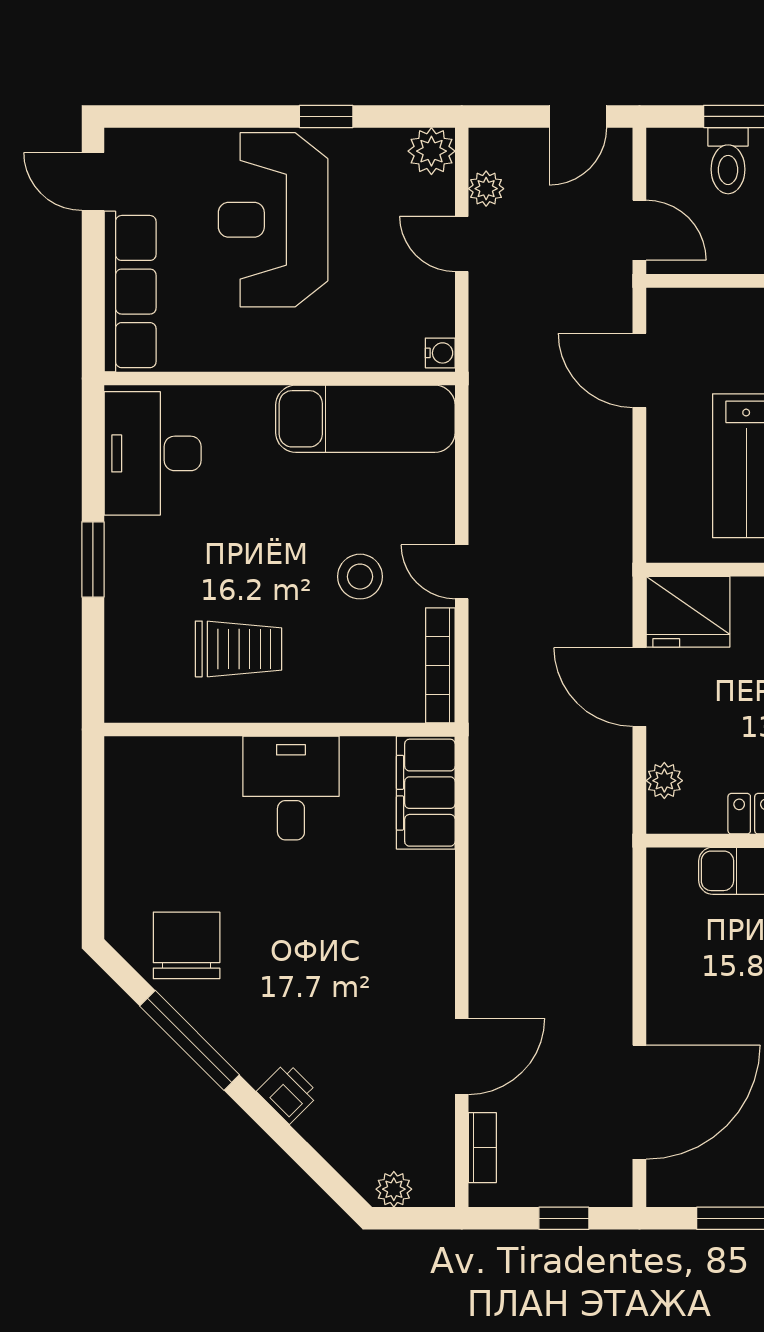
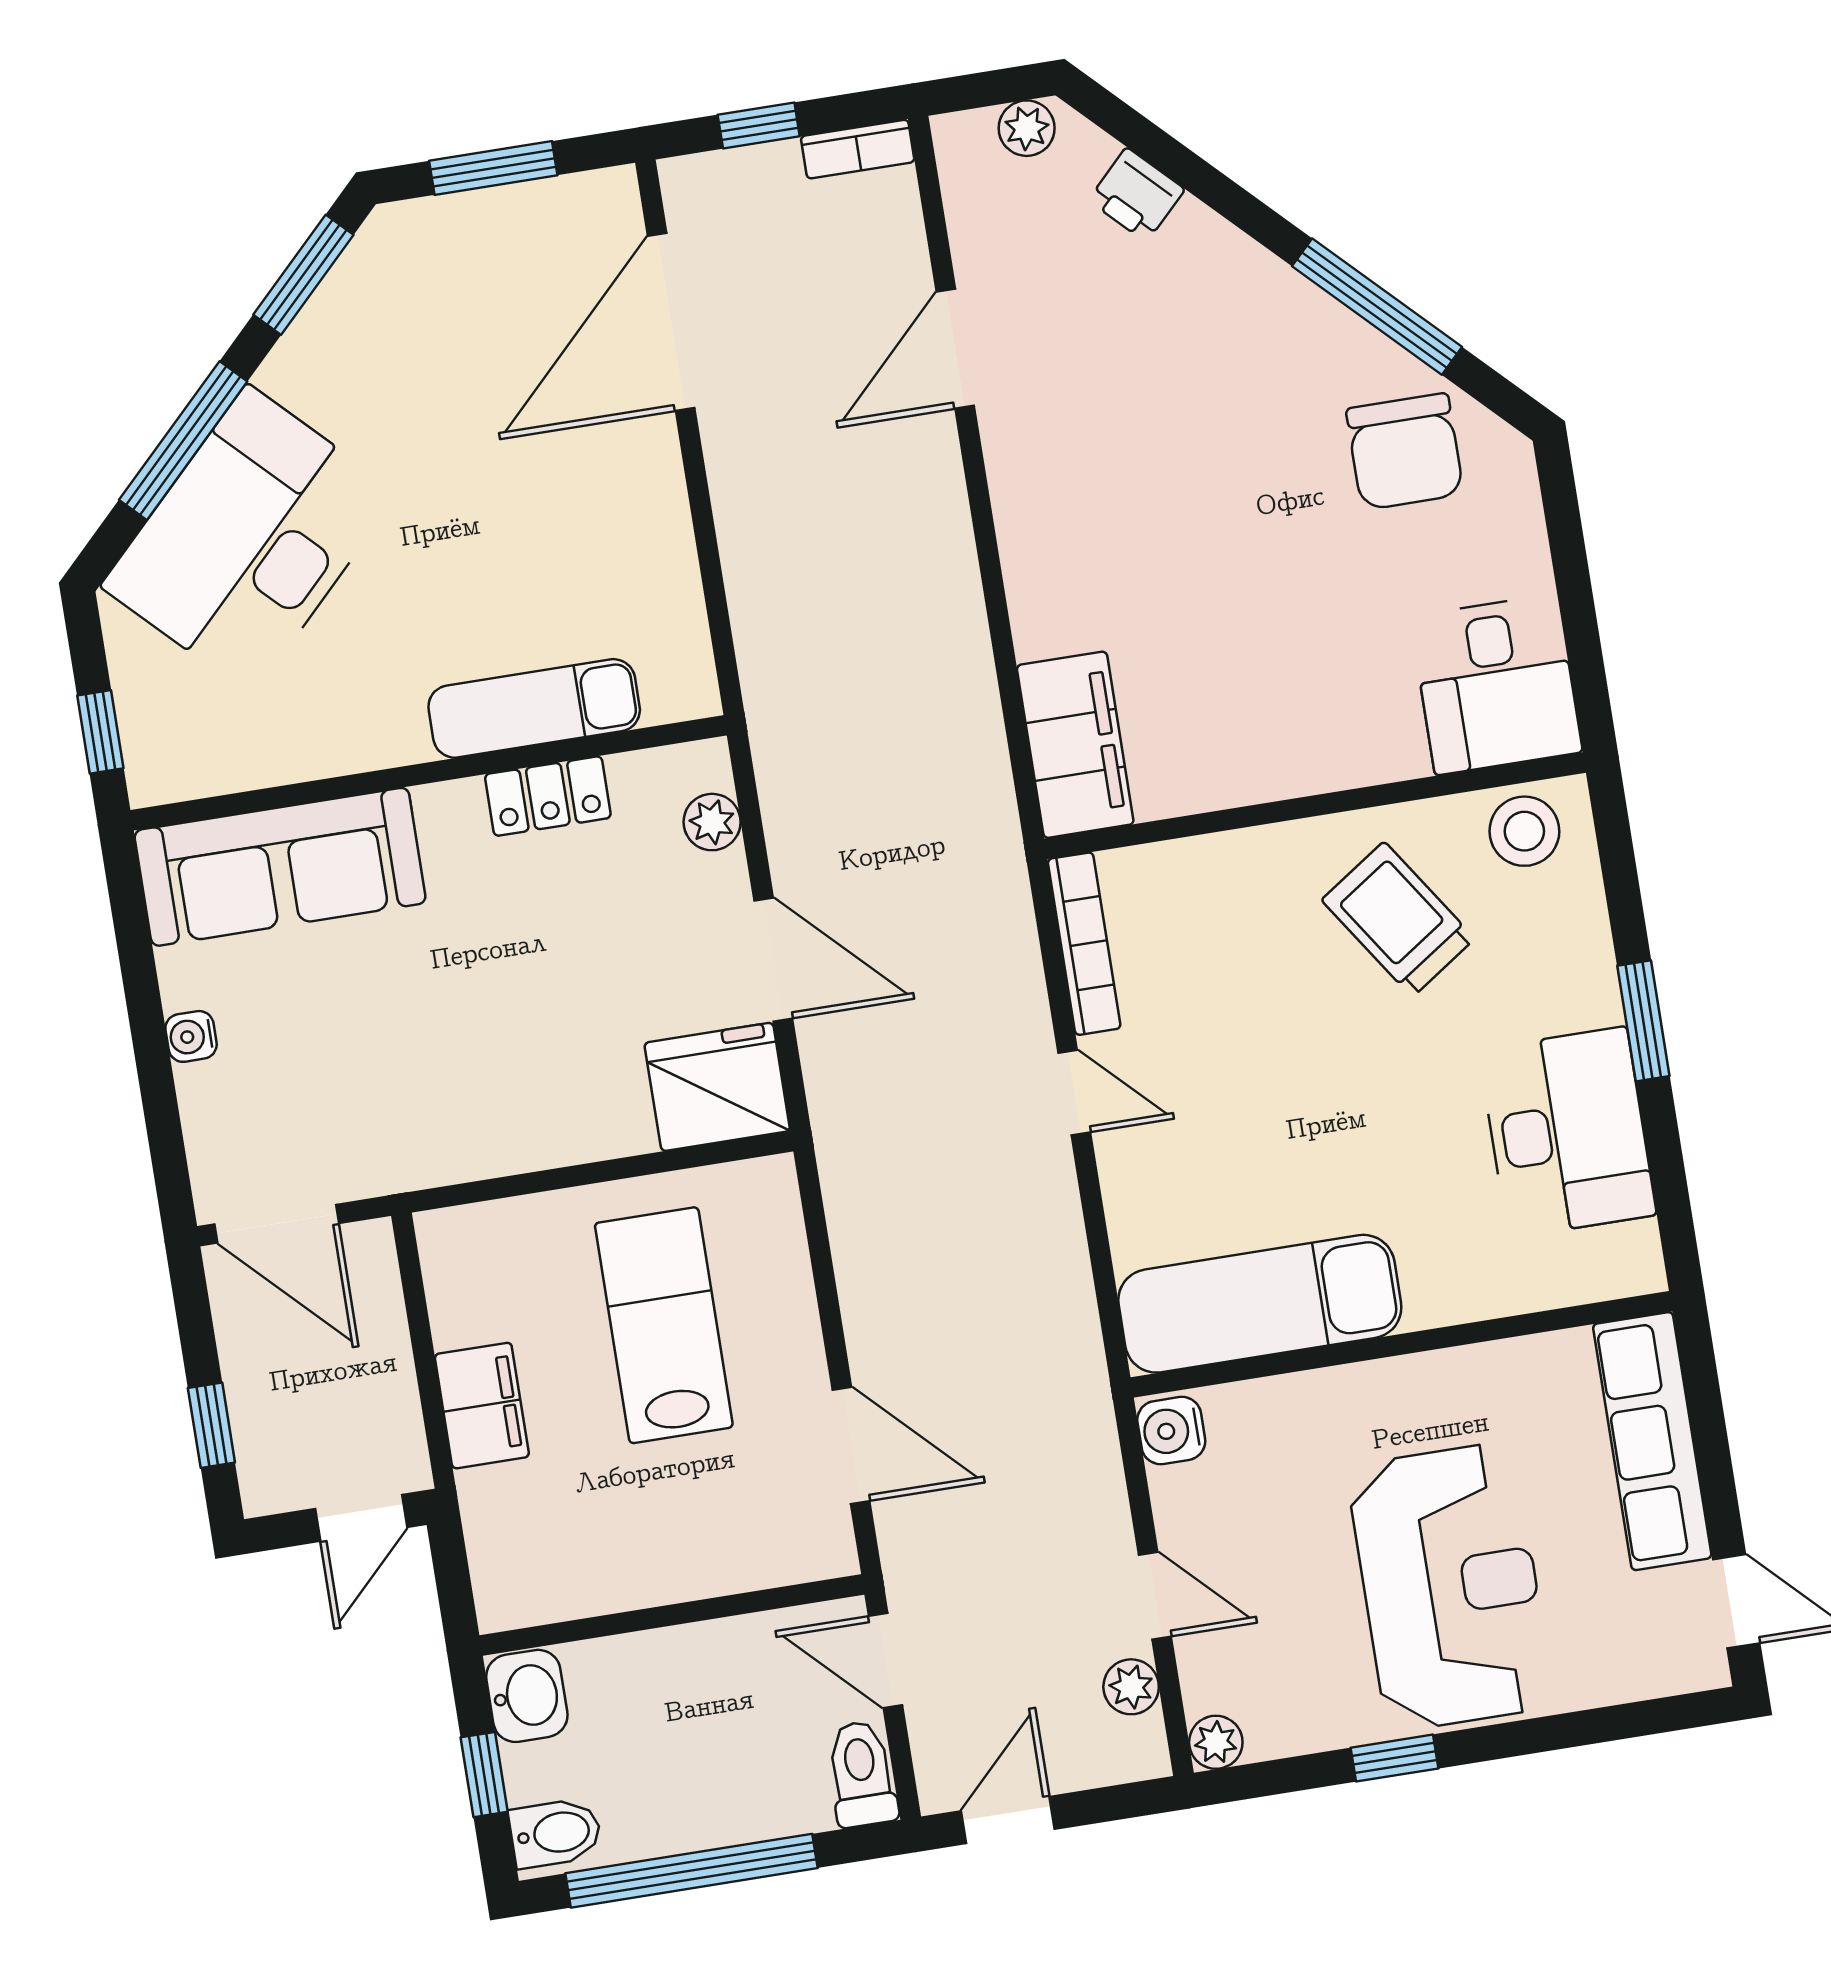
plant: (431, 151) -> (1216, 1742), width x0.73, depth x0.73
toilet: (728, 161) -> (862, 1774), moved
water cooler: (440, 353) -> (1171, 1431), width x1.38, depth x1.38
desk: (153, 453) -> (1567, 1132), moved
stool: (360, 577) -> (1524, 831), moved
trolley: (238, 649) -> (1398, 919), turned 56
desk: (291, 788) -> (1496, 684), moved
printer: (288, 1093) -> (1136, 195), moved
bookcase: (482, 1148) -> (858, 149), moved, turned -90

